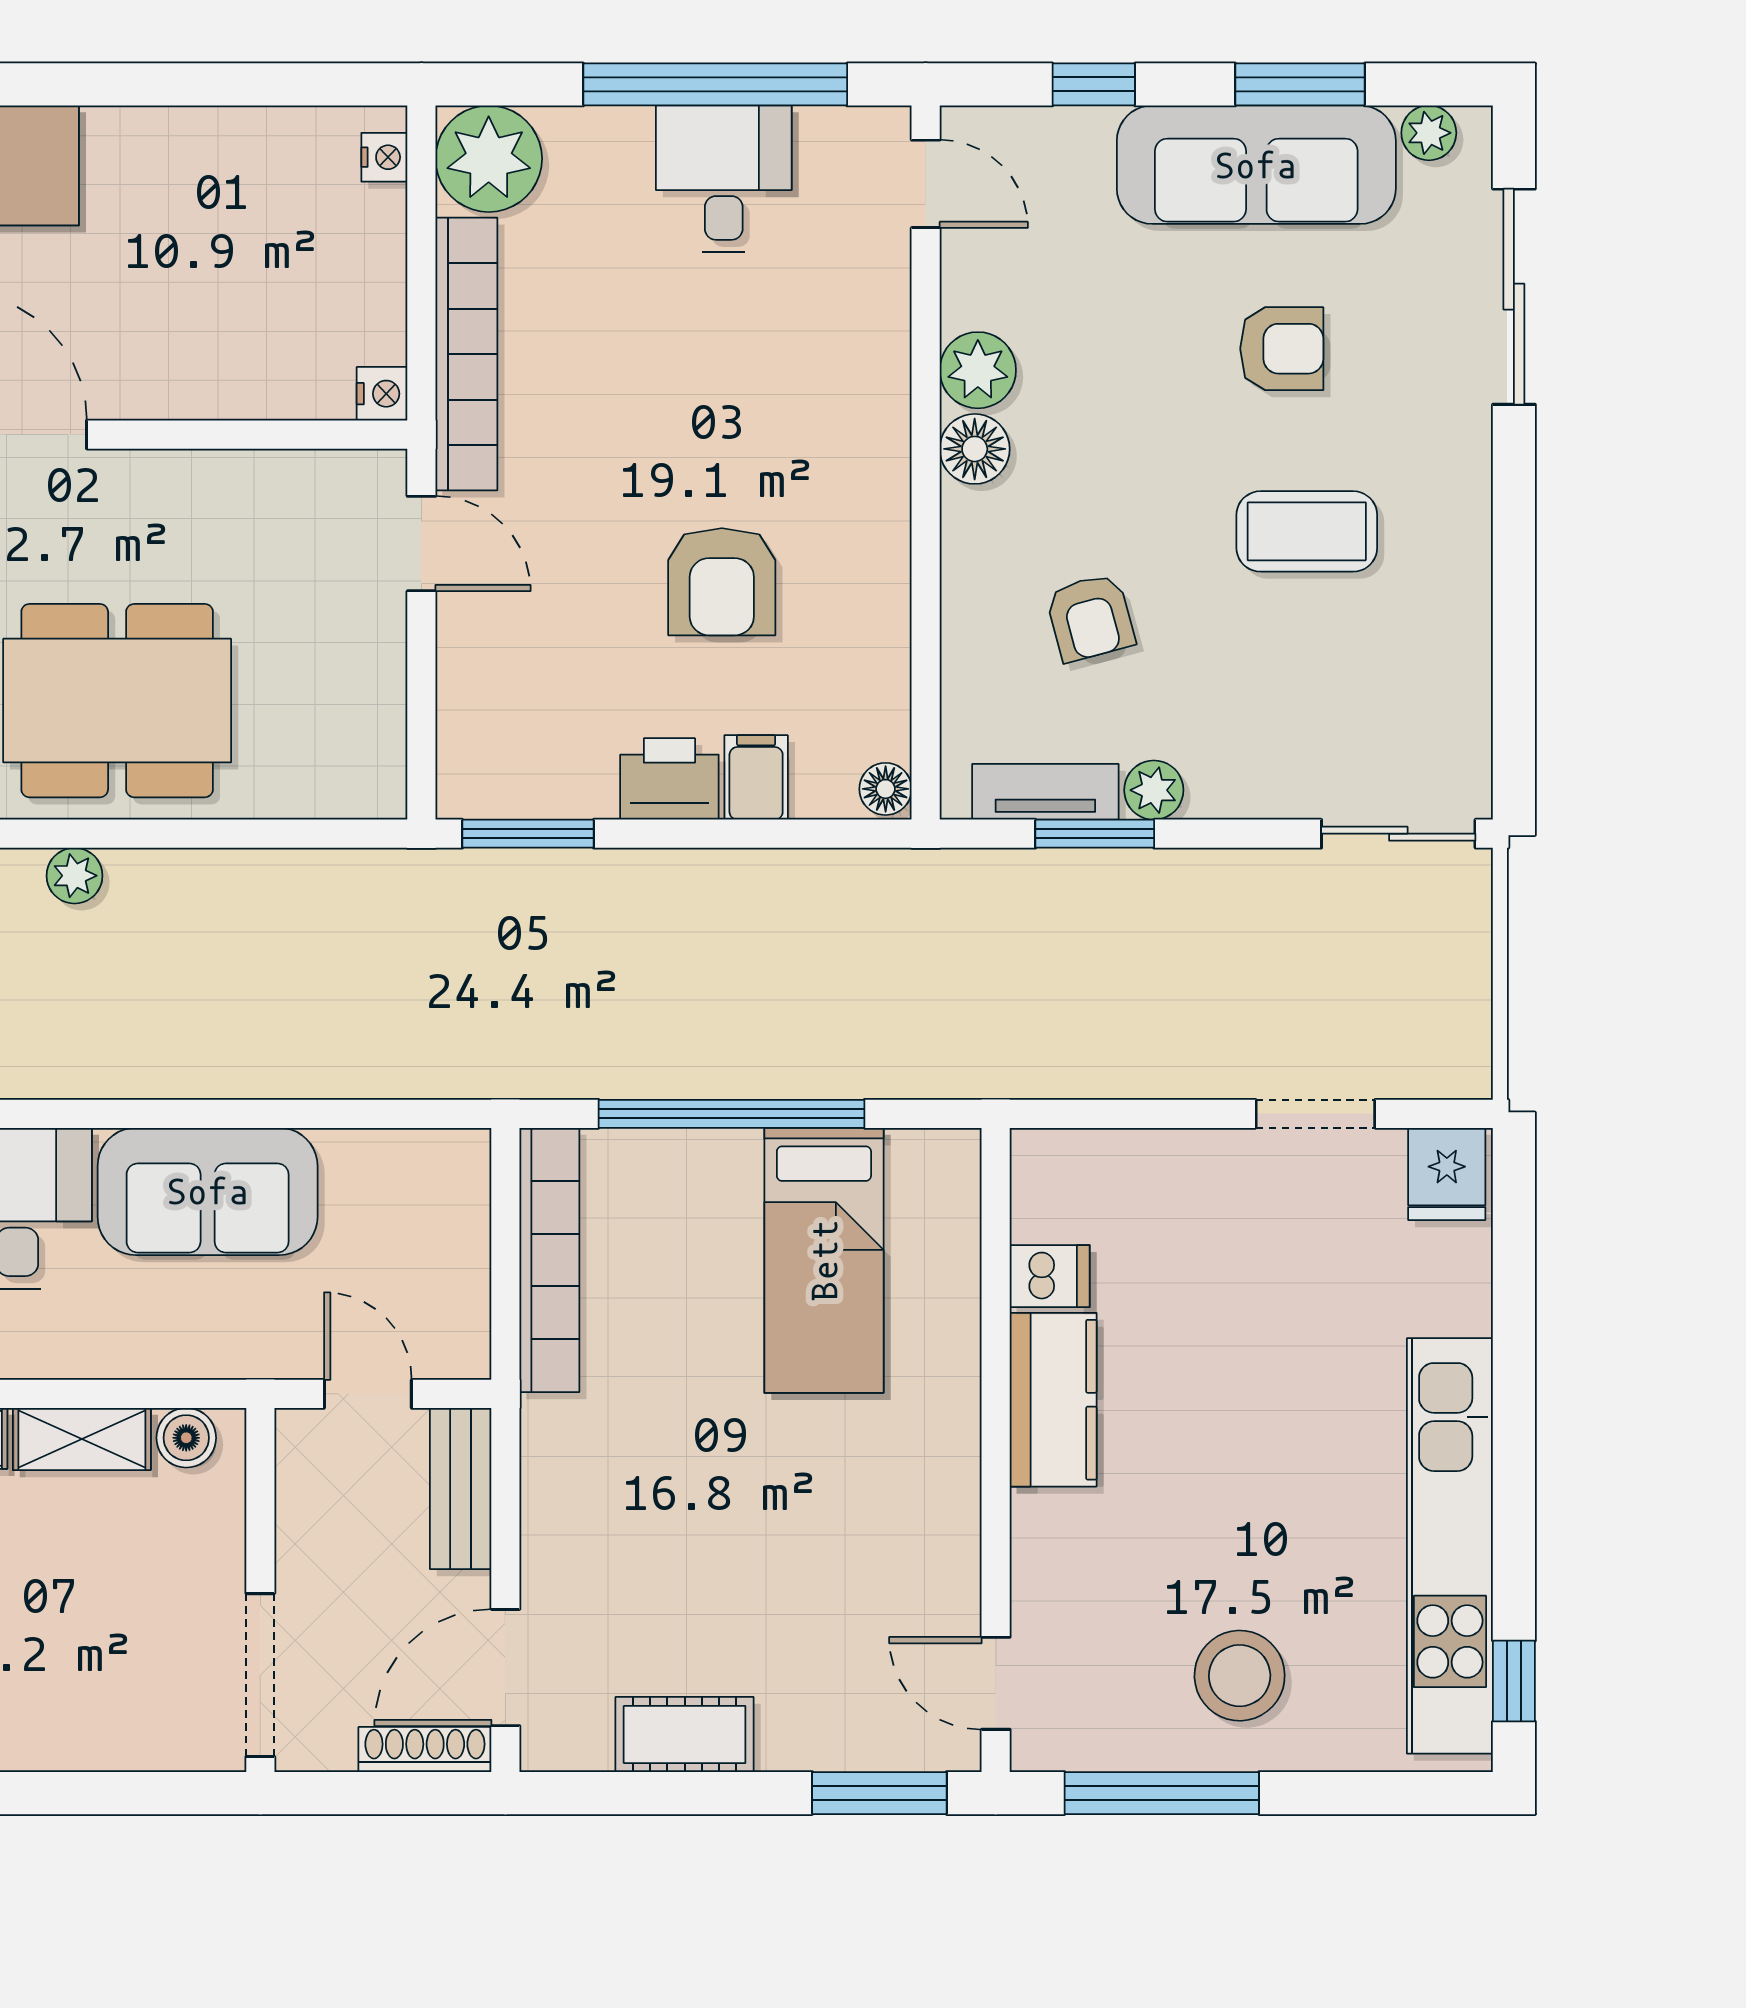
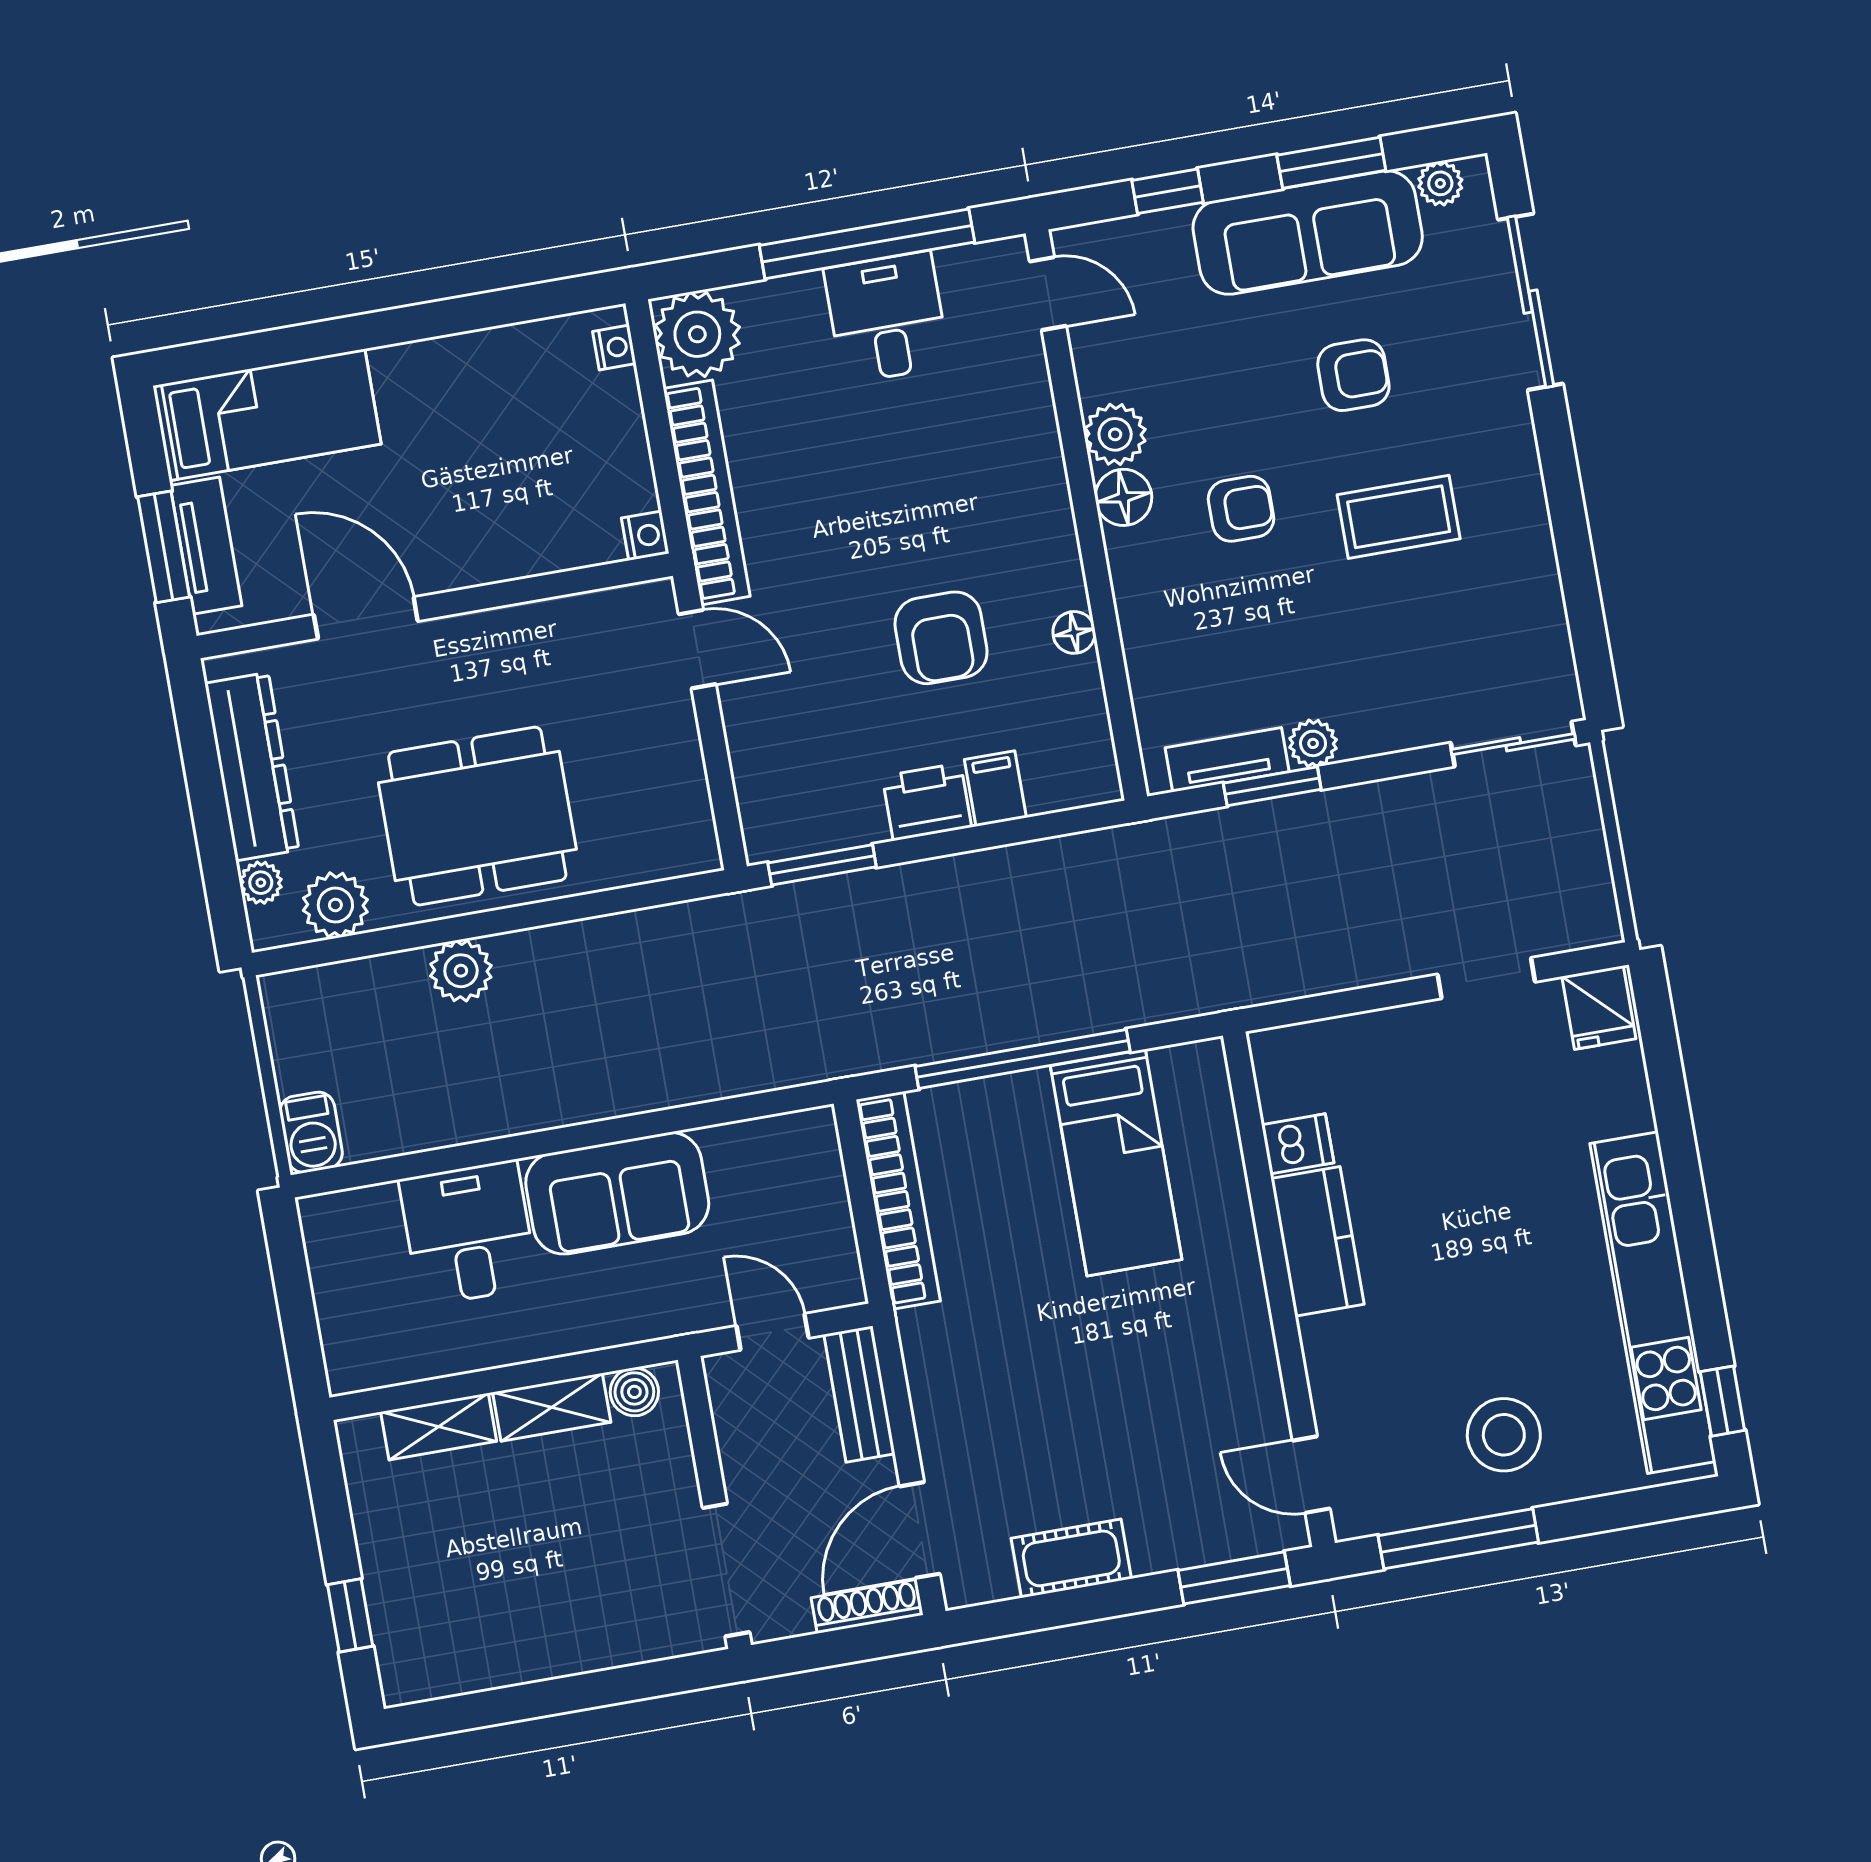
armchair: (1090, 617) -> (1241, 509), moved, turned -75
floor lamp: (886, 789) -> (1074, 632), moved
plant: (75, 876) -> (461, 971), width x1.38, depth x1.38

